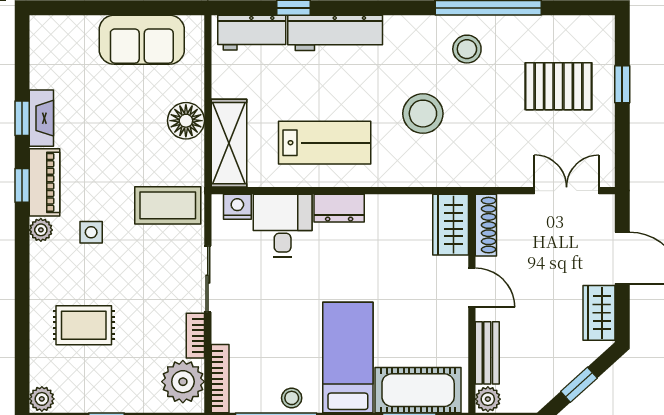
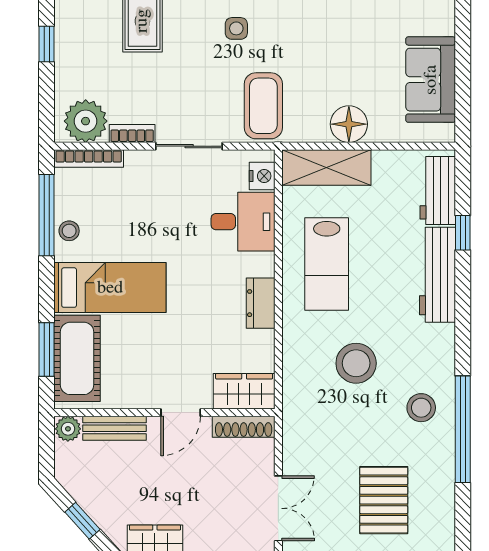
dresser: (339, 208) -> (261, 303), moved

